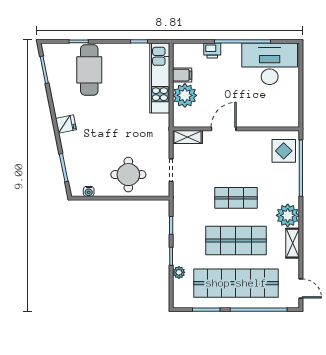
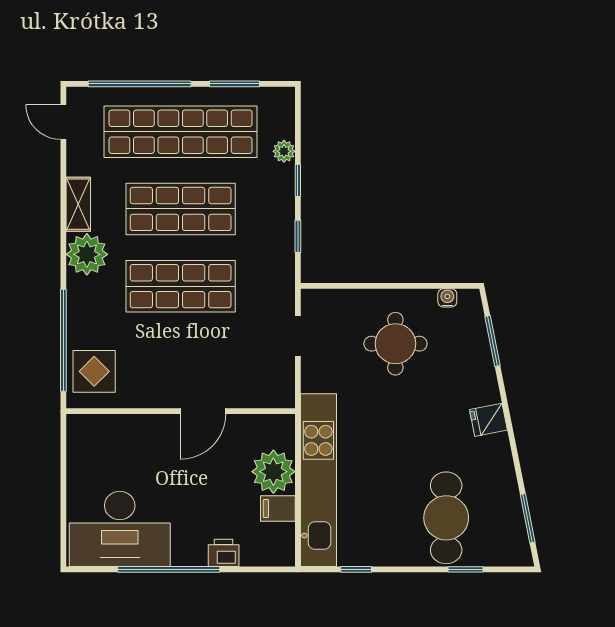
kitchen unit: (160, 78) -> (318, 480), width x1.36
shelving: (188, 137) -> (268, 396), removed
round table: (128, 175) -> (395, 344), moved
shop shelf: (236, 198) -> (181, 286), width x1.43, depth x1.36

